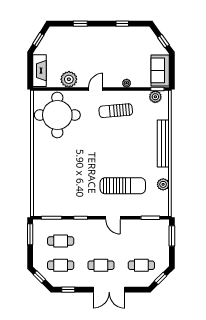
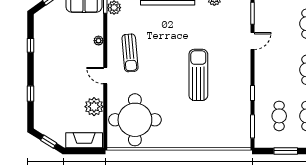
sun lounger: (123, 186) -> (198, 75), moved
door: (113, 218) -> (252, 41), moved
window: (30, 234) -> (286, 151), moved

